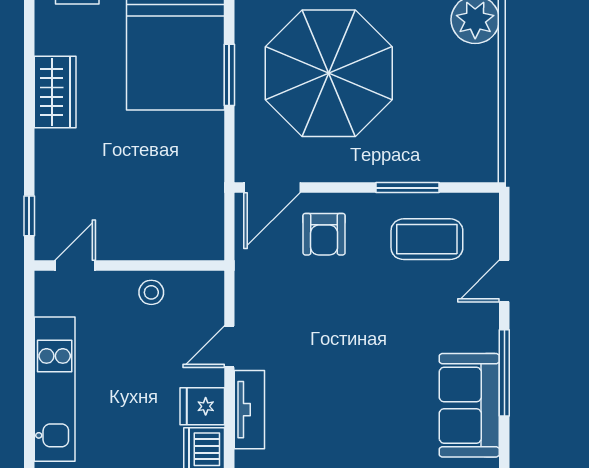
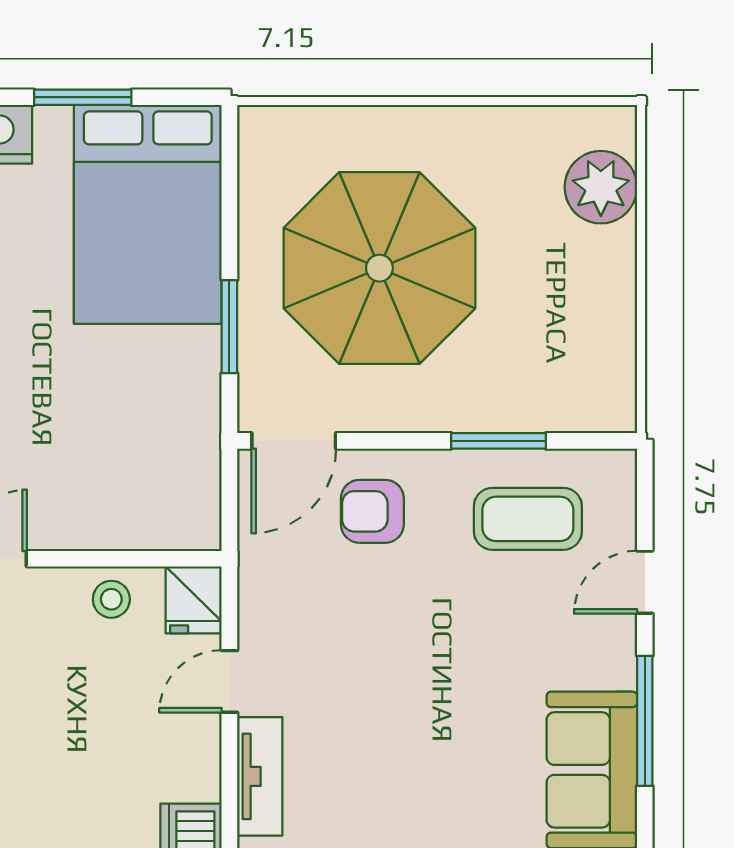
window: (229, 75) -> (229, 327), moved
armchair: (324, 234) -> (372, 511), turned 90
fridge: (202, 406) -> (194, 600), moved, turned -90

